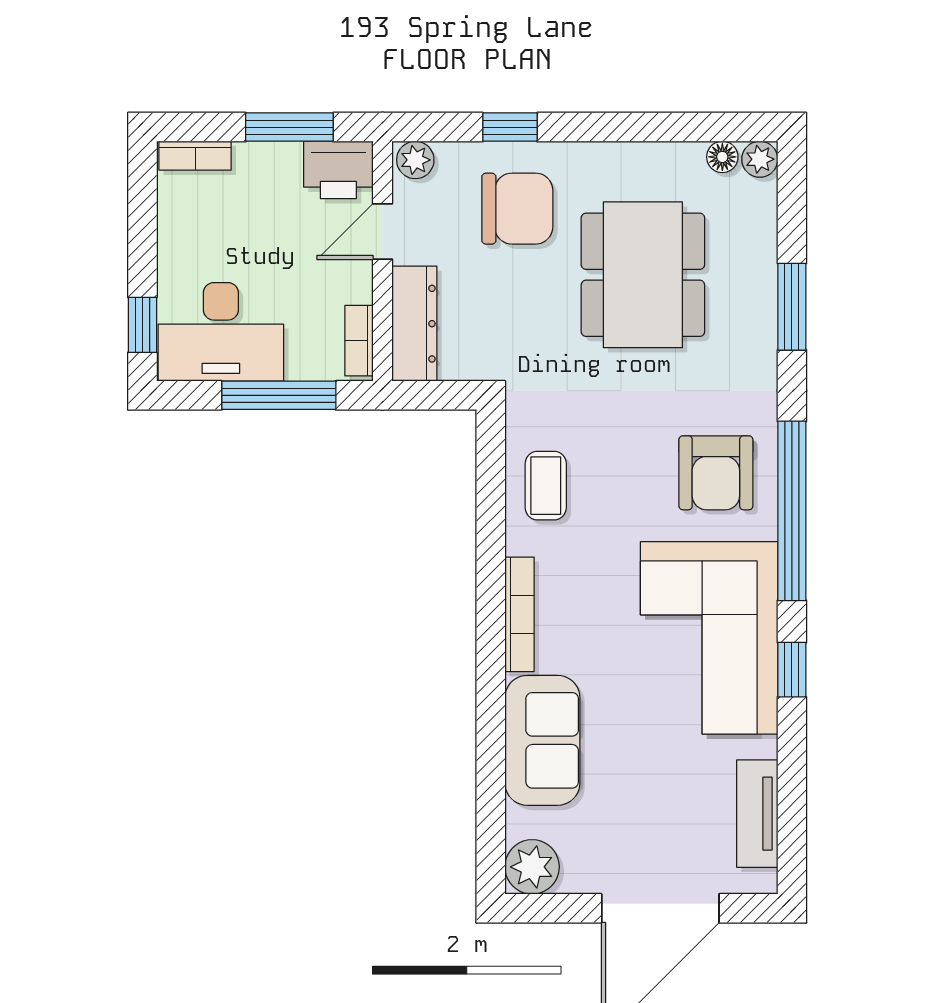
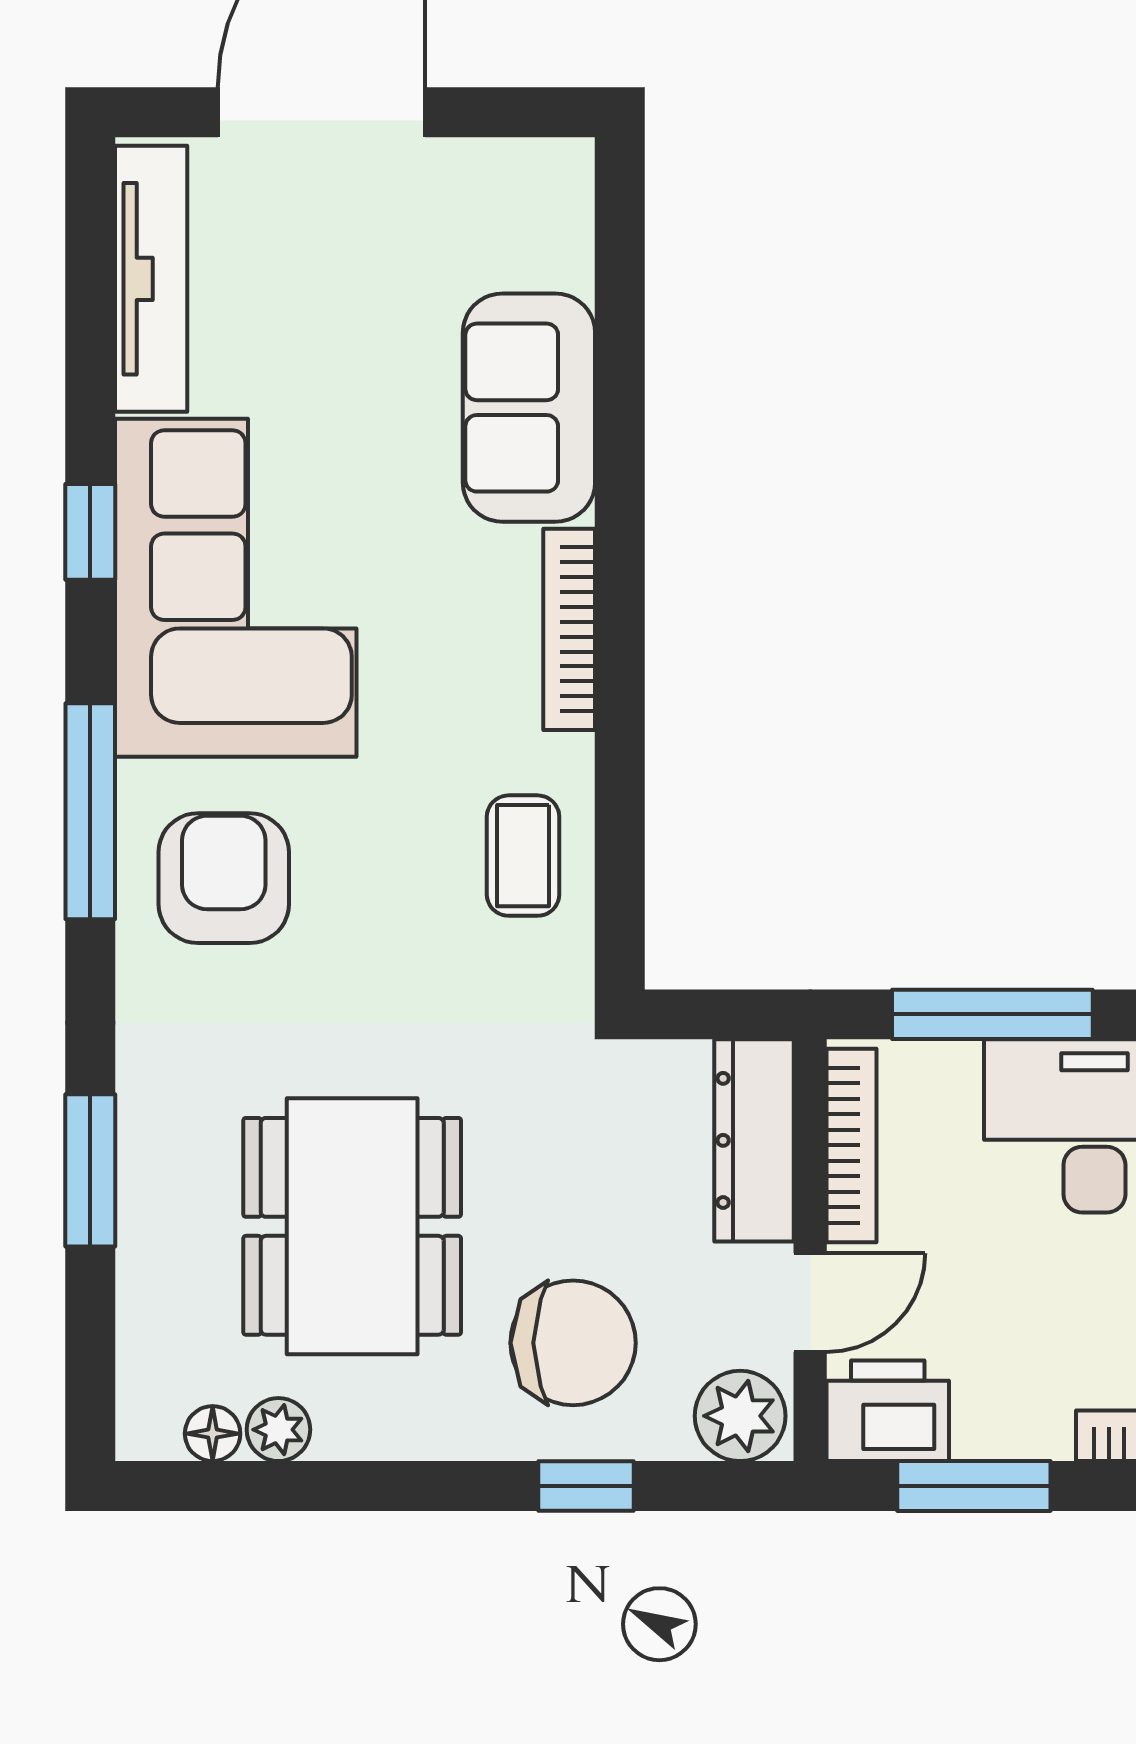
plant: (760, 159) -> (278, 1430), moved
plant: (415, 160) -> (740, 1416), width x1.38, depth x1.38
chair: (517, 209) -> (573, 1343), turned 180
bookcase: (359, 341) -> (852, 1145), width x1.56
window: (792, 511) -> (90, 811), width x0.68
tv unit: (757, 814) -> (151, 279), width x1.41
plant: (532, 867) -> (547, 185), removed

